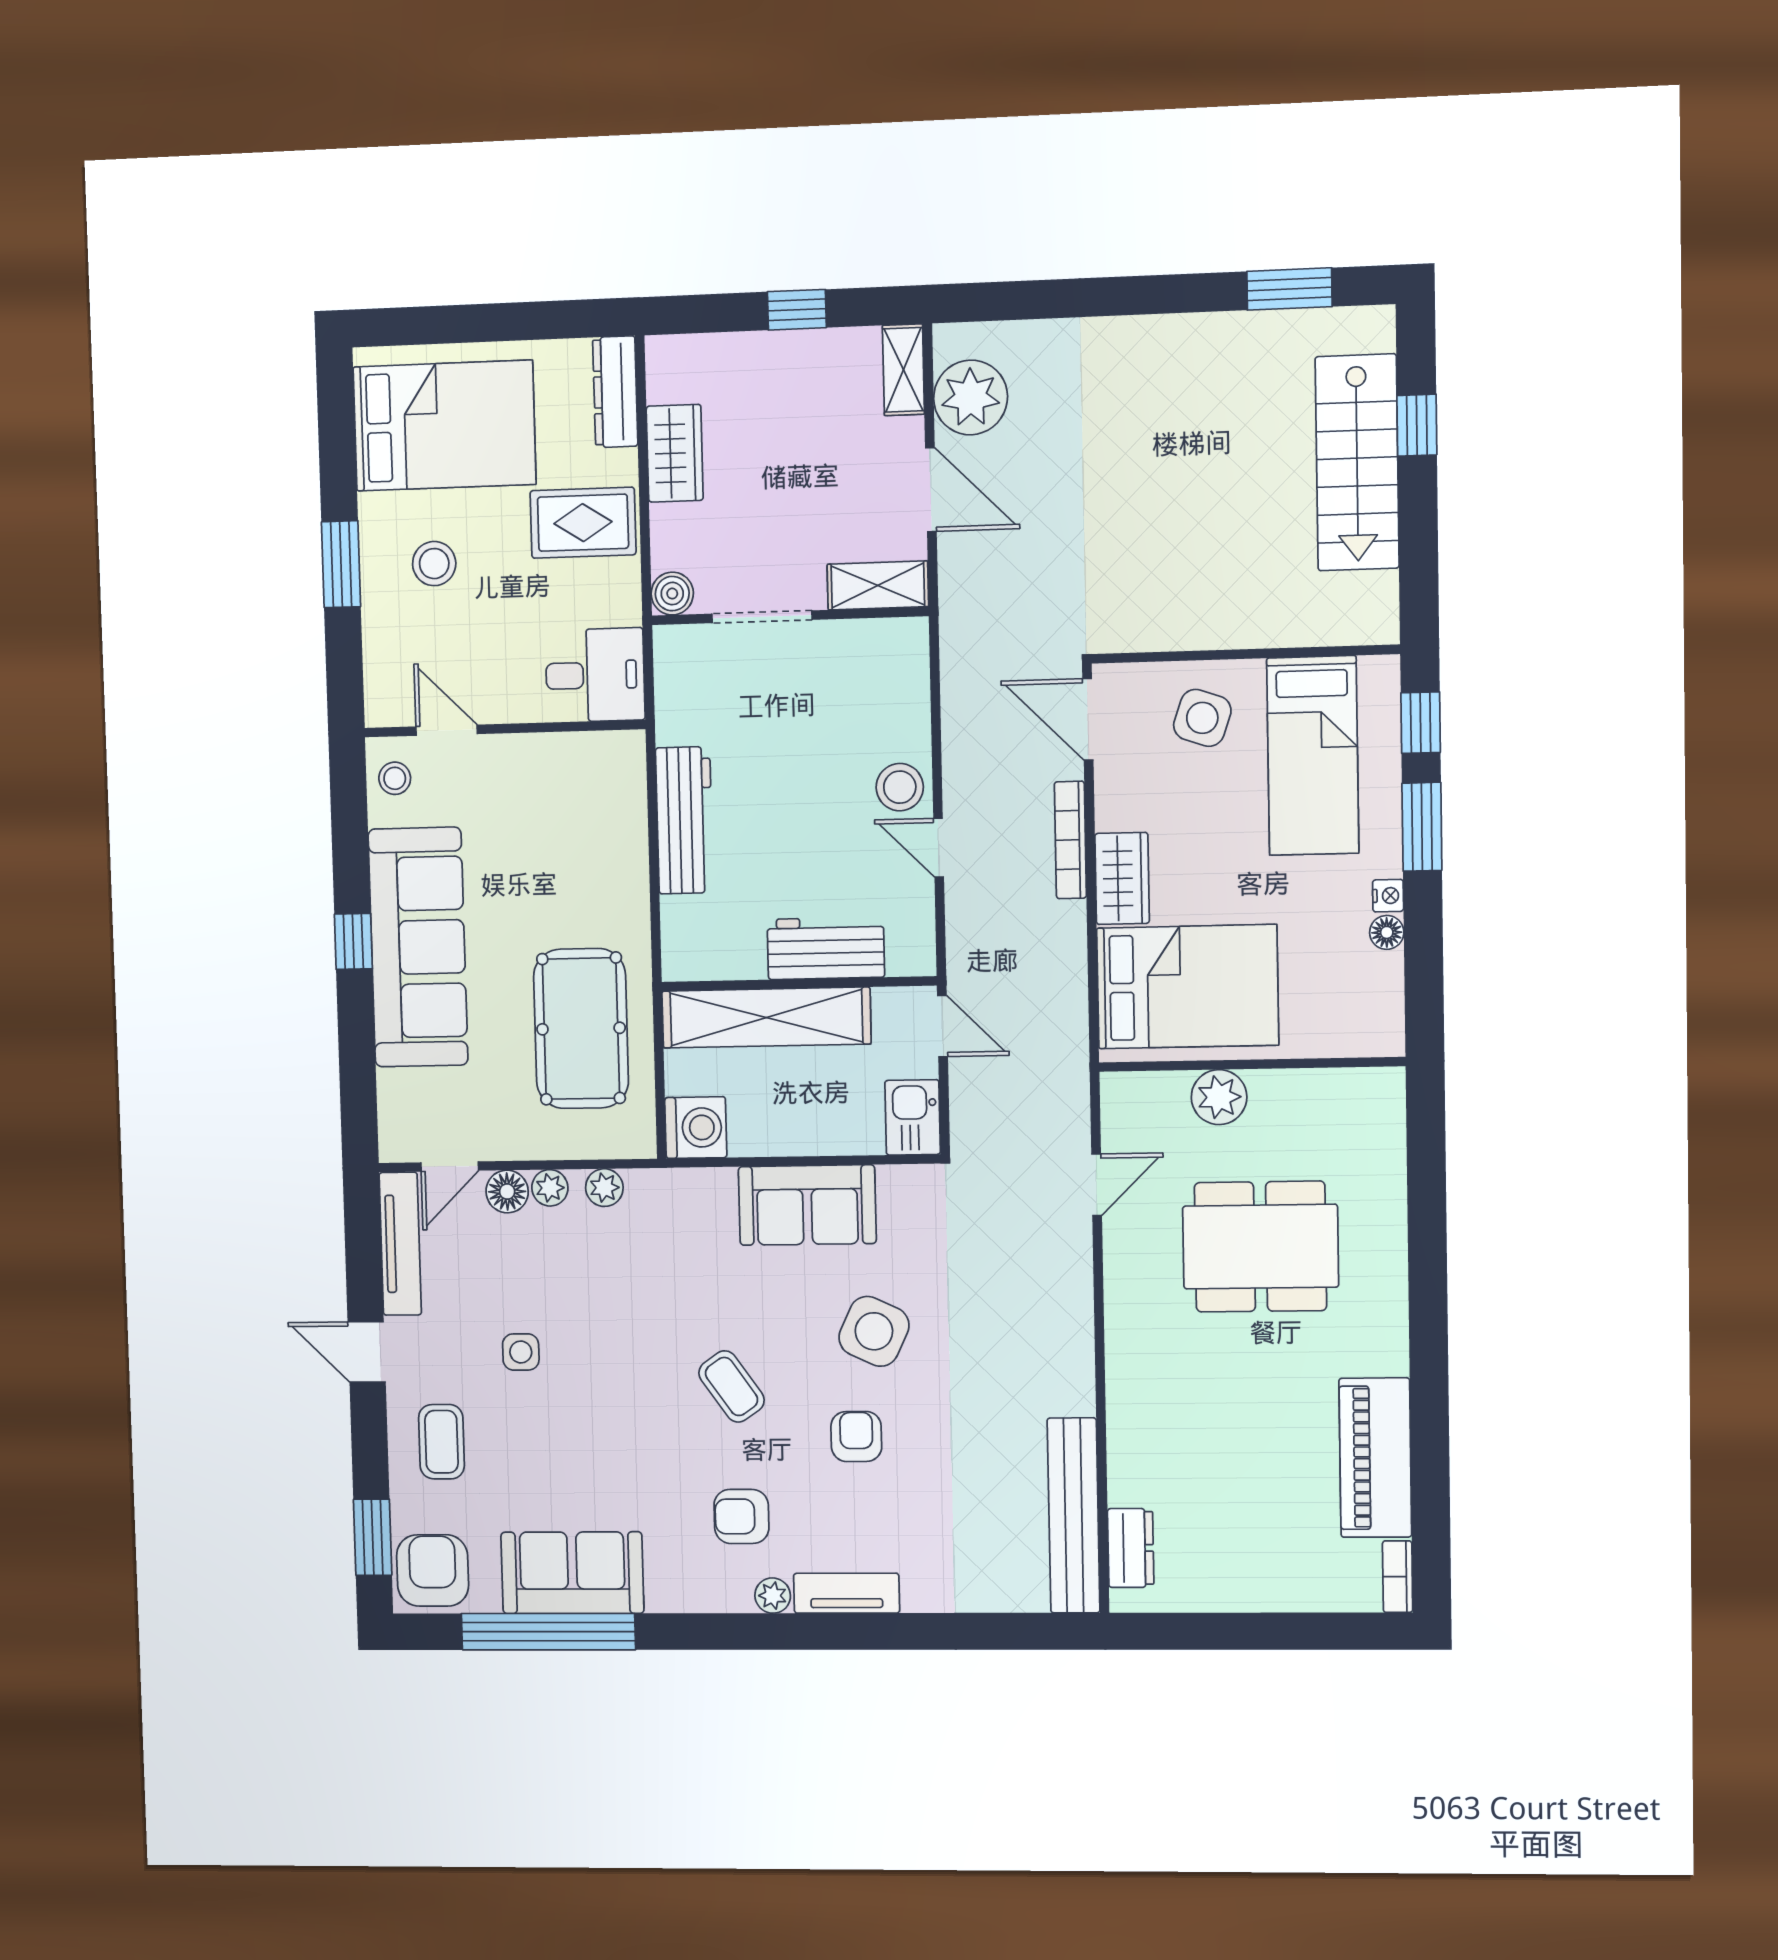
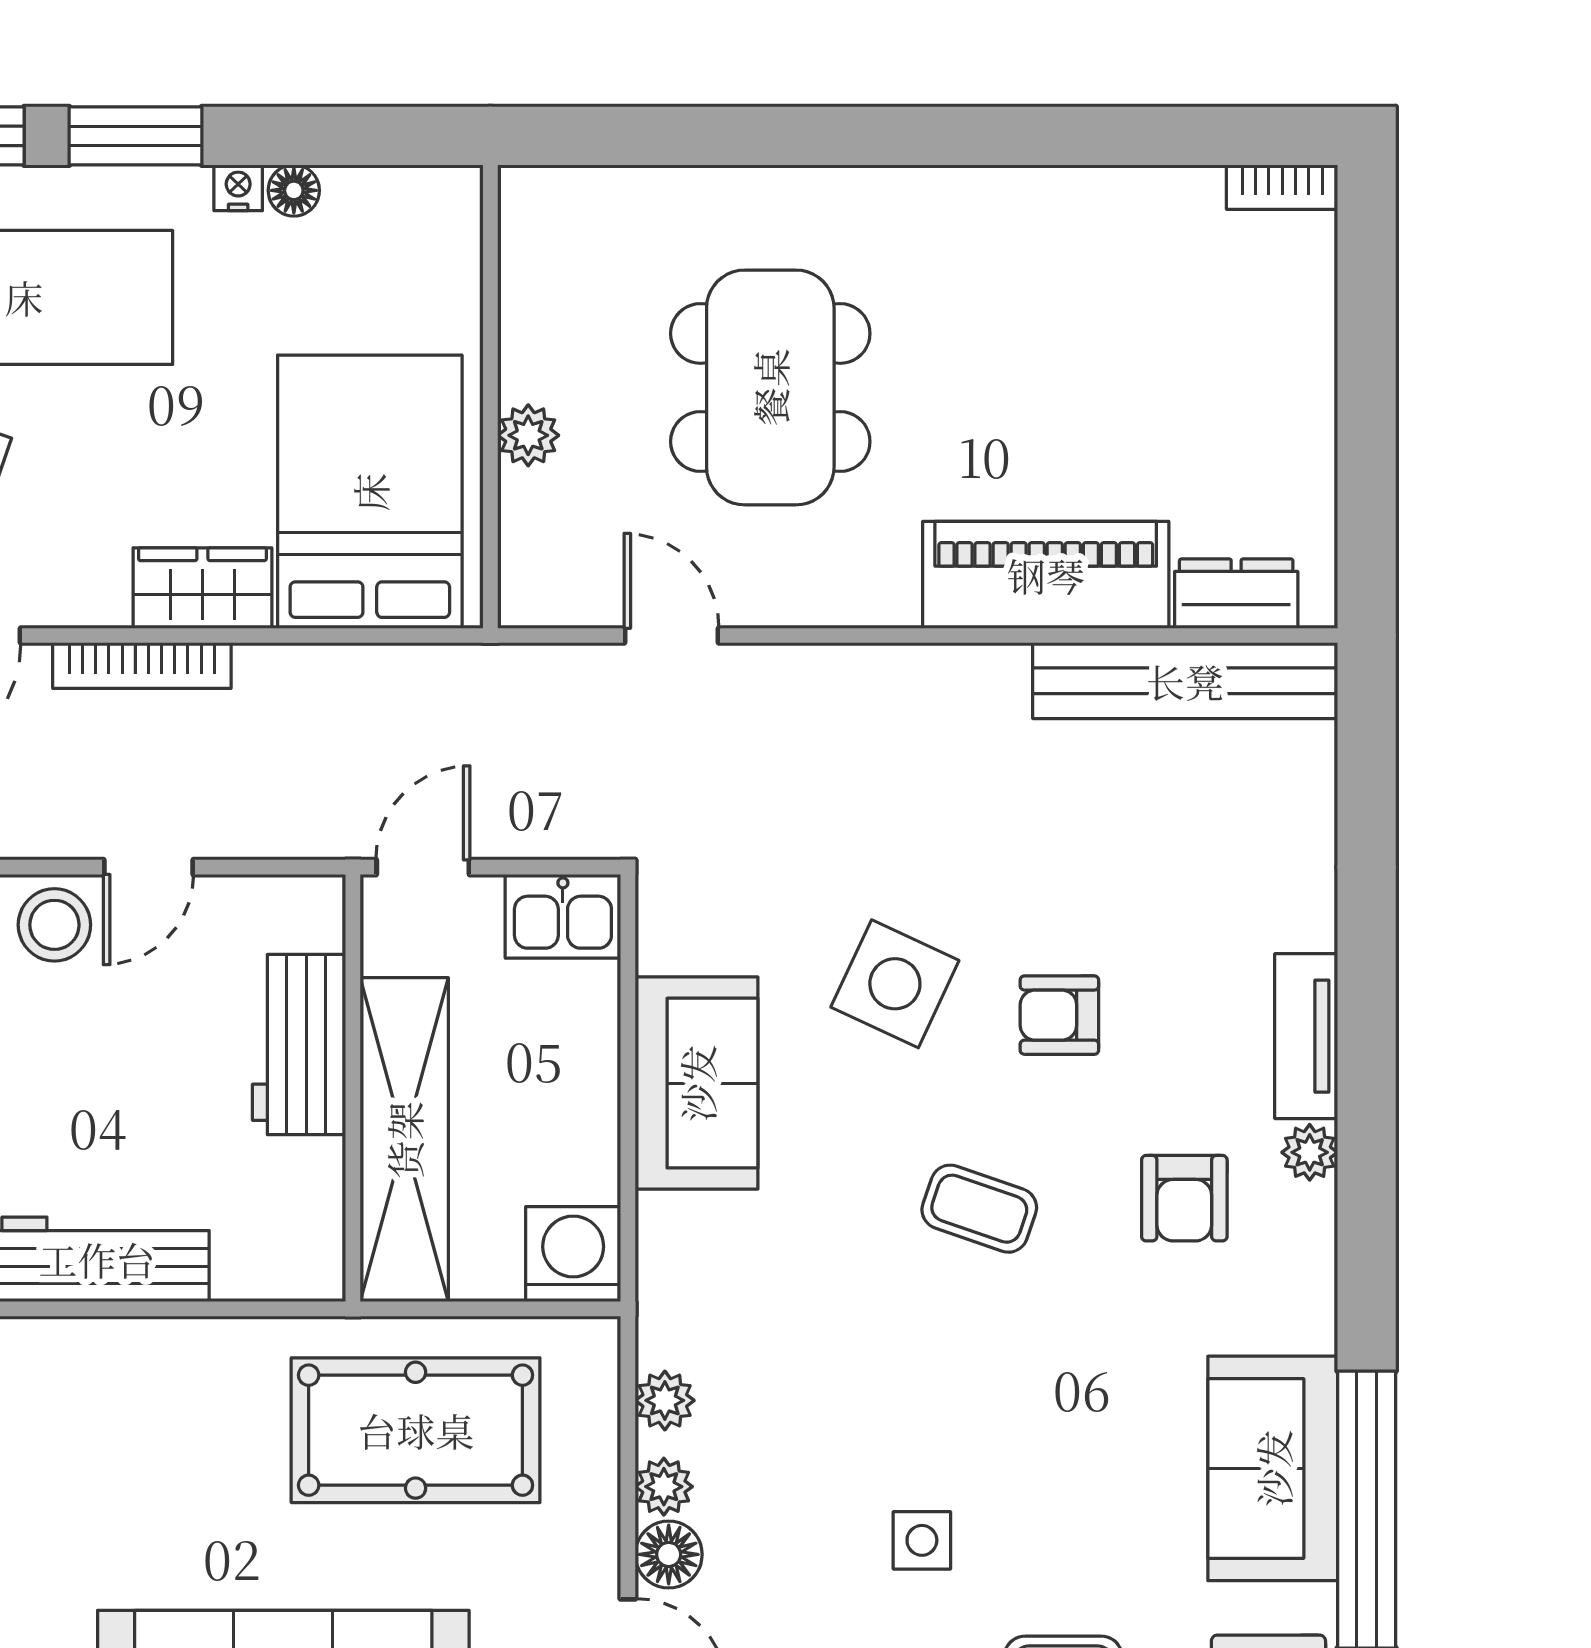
plant: (1219, 1097) -> (528, 435), width x0.73, depth x0.73
coffee table: (732, 1386) -> (979, 1209), turned 54
piano: (1375, 1458) -> (1046, 575), moved, turned 180

